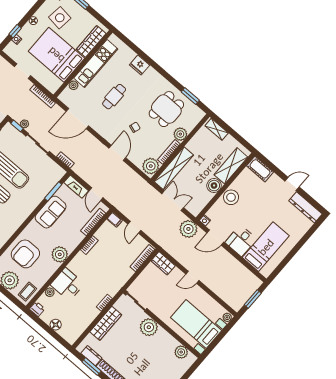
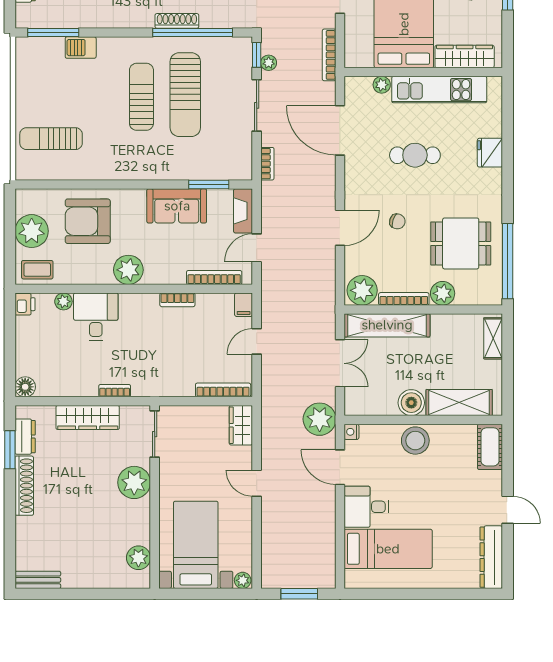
window: (190, 96) -> (508, 261), width x2.11
floor lamp: (56, 325) -> (25, 387), moved

